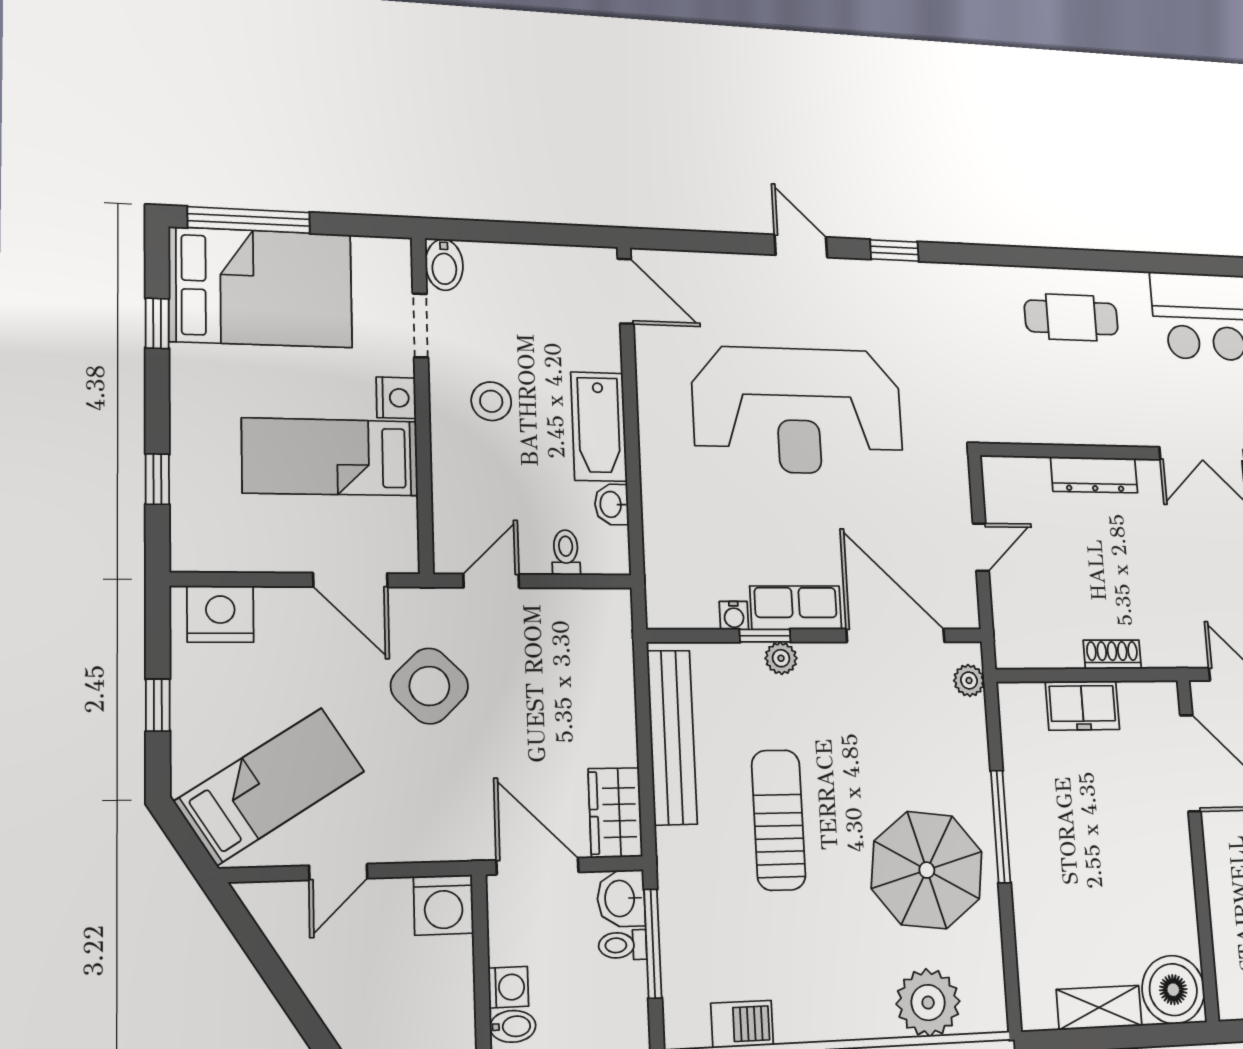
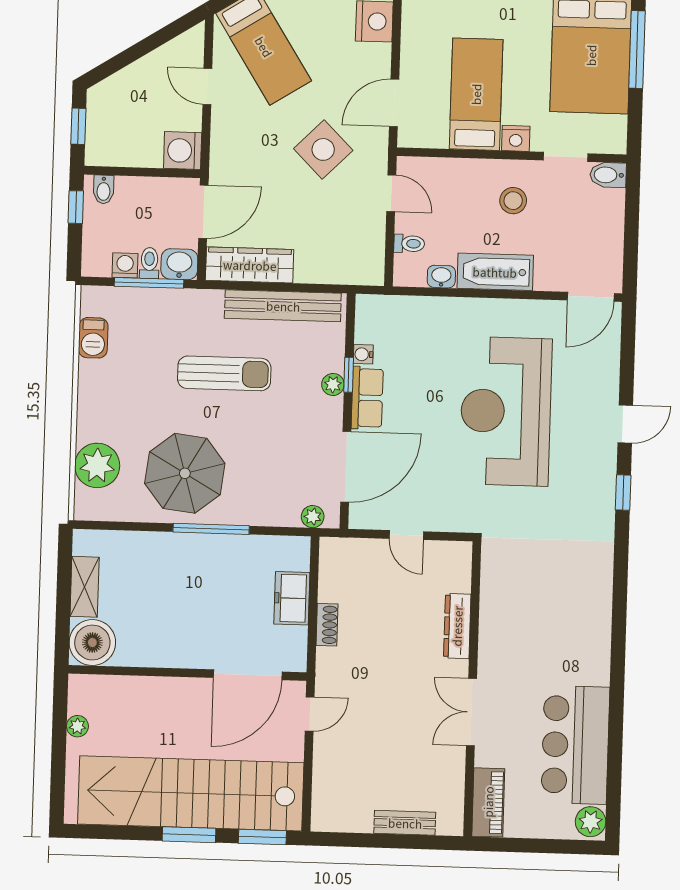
cafe table: (1071, 317) -> (574, 622), removed
wardrobe: (615, 813) -> (250, 265), width x1.50
washing machine: (508, 987) -> (125, 265), moved, turned 180

